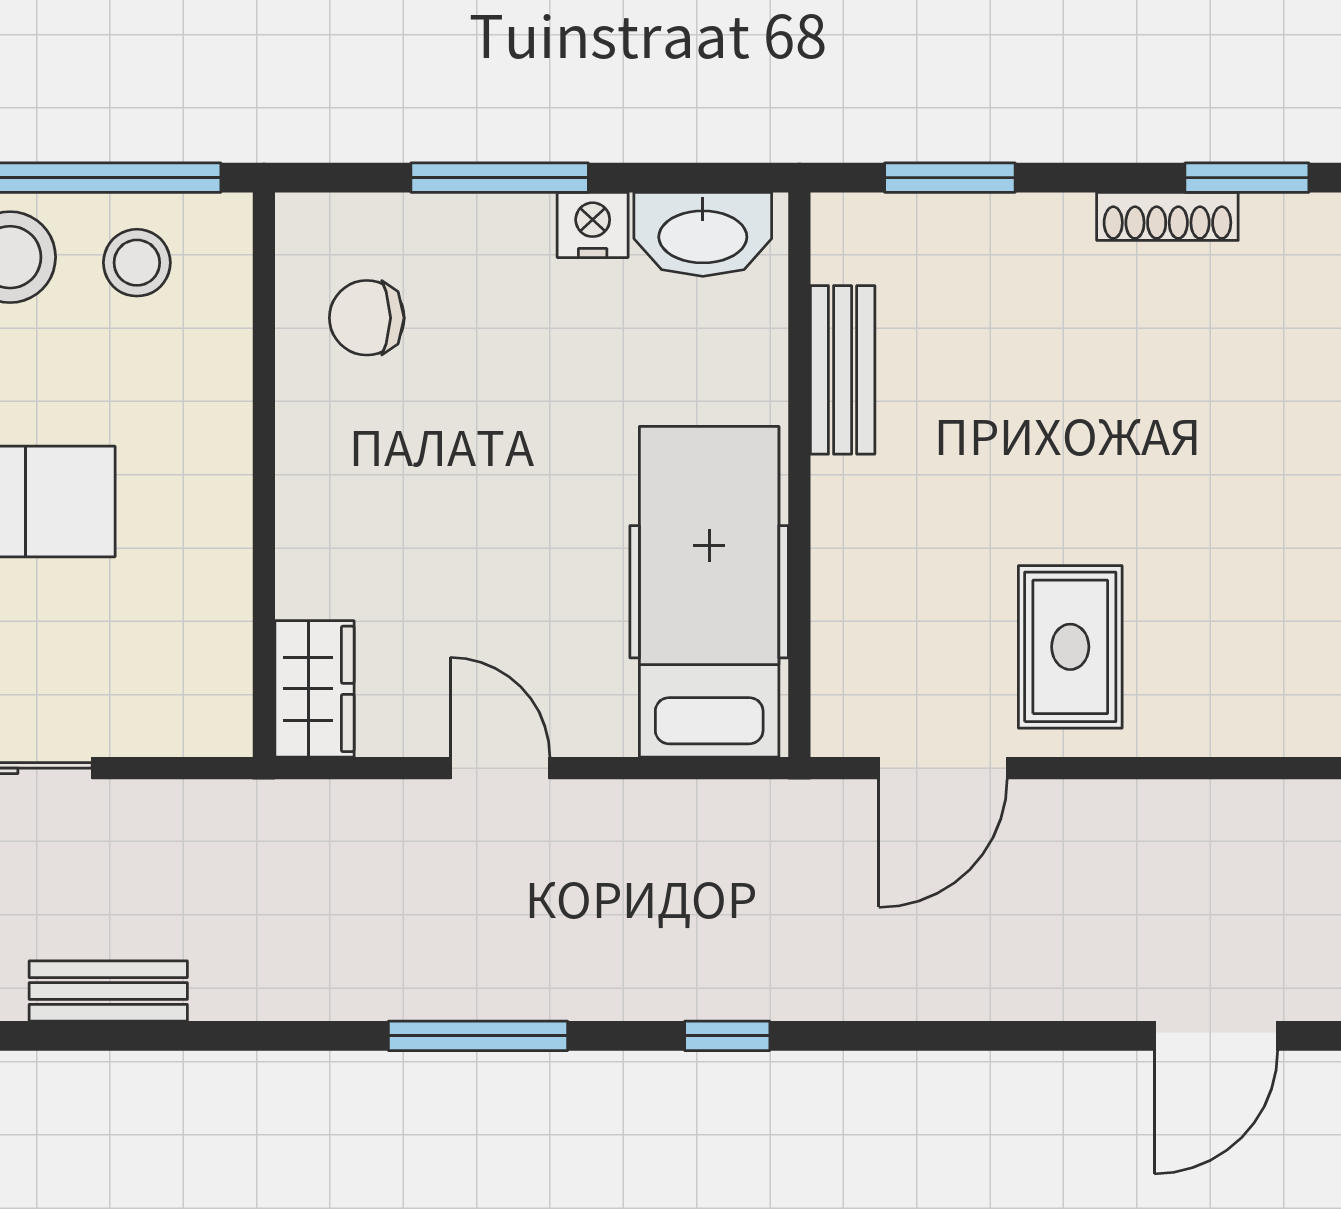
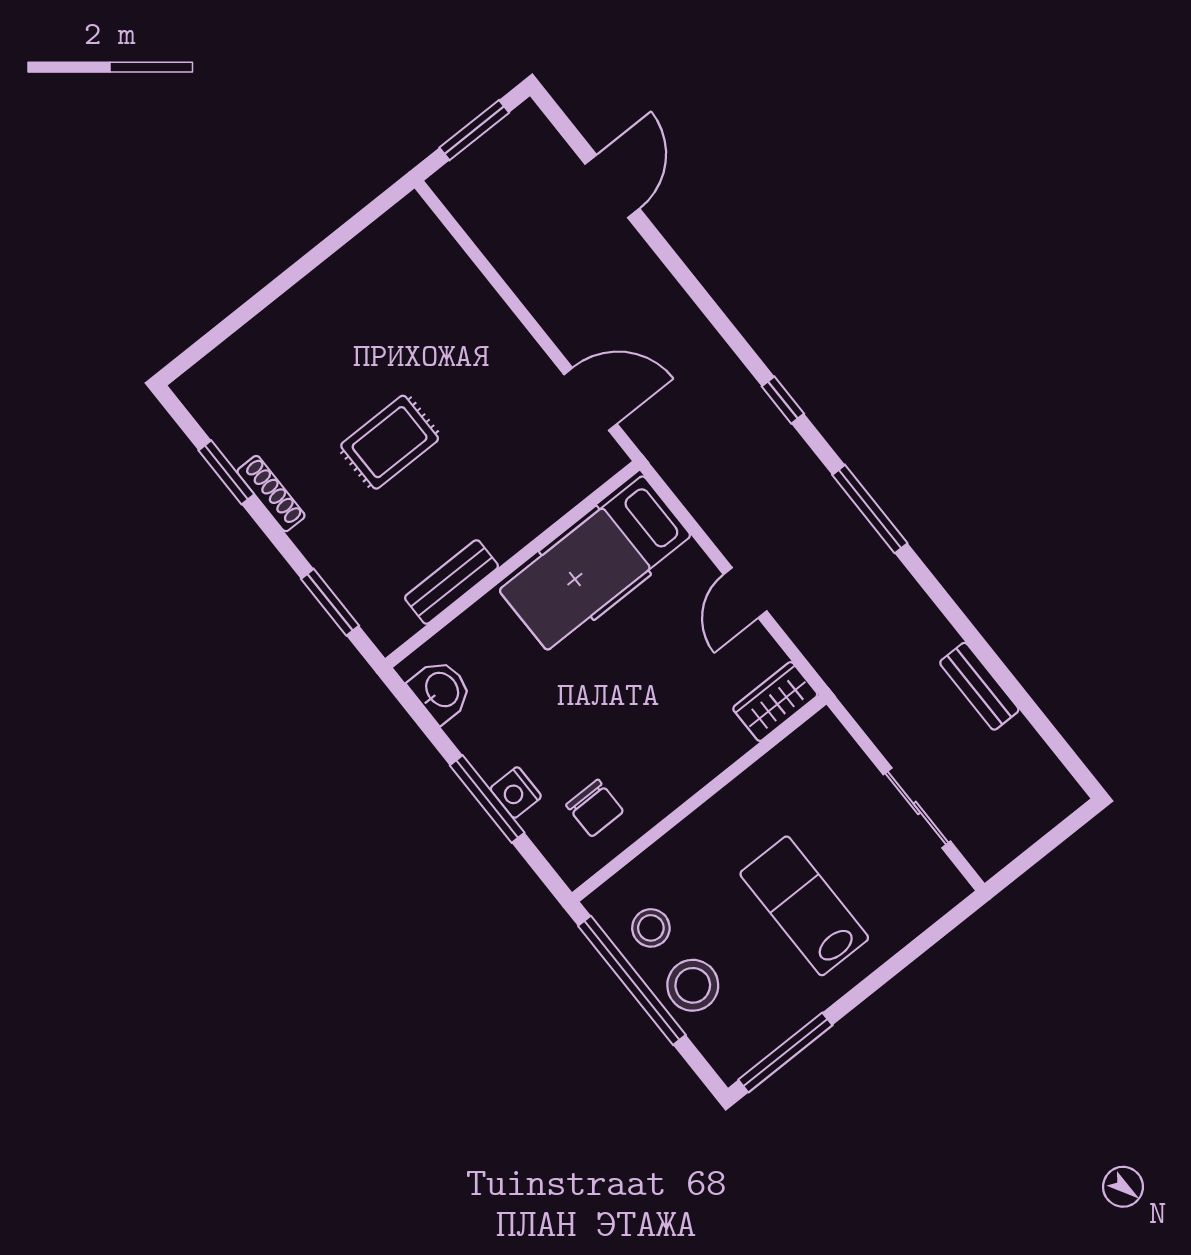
nightstand: (593, 225) -> (516, 793), moved
washbasin: (703, 234) -> (441, 690), width x0.72
rug: (1070, 647) -> (390, 442), moved
door: (1216, 1036) -> (612, 186), hinge flipped

